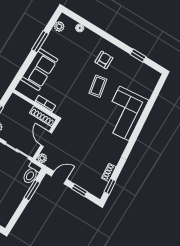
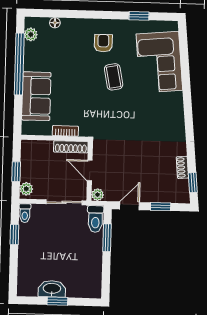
window: (40, 42) -> (19, 64), width x2.11
corner sofa: (124, 113) -> (159, 62), moved

